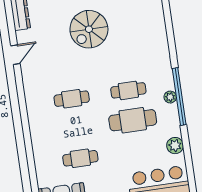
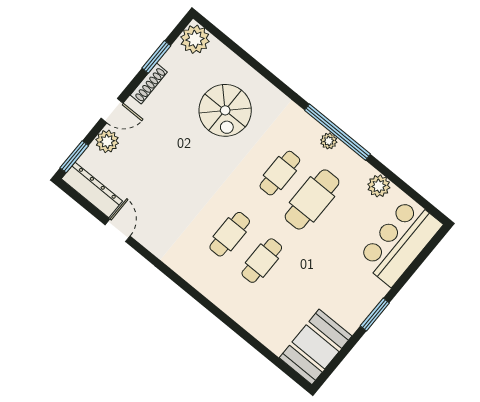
spiral stairs: (89, 29) -> (225, 110), moved
door: (15, 55) -> (118, 230), moved
cafe table: (80, 158) -> (262, 261), moved

